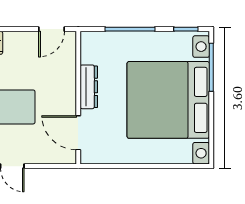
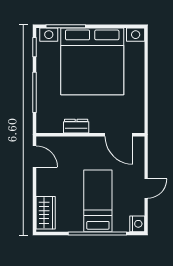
dresser: (89, 87) -> (76, 126), width x0.70
door: (78, 133) -> (119, 135), hinge flipped

